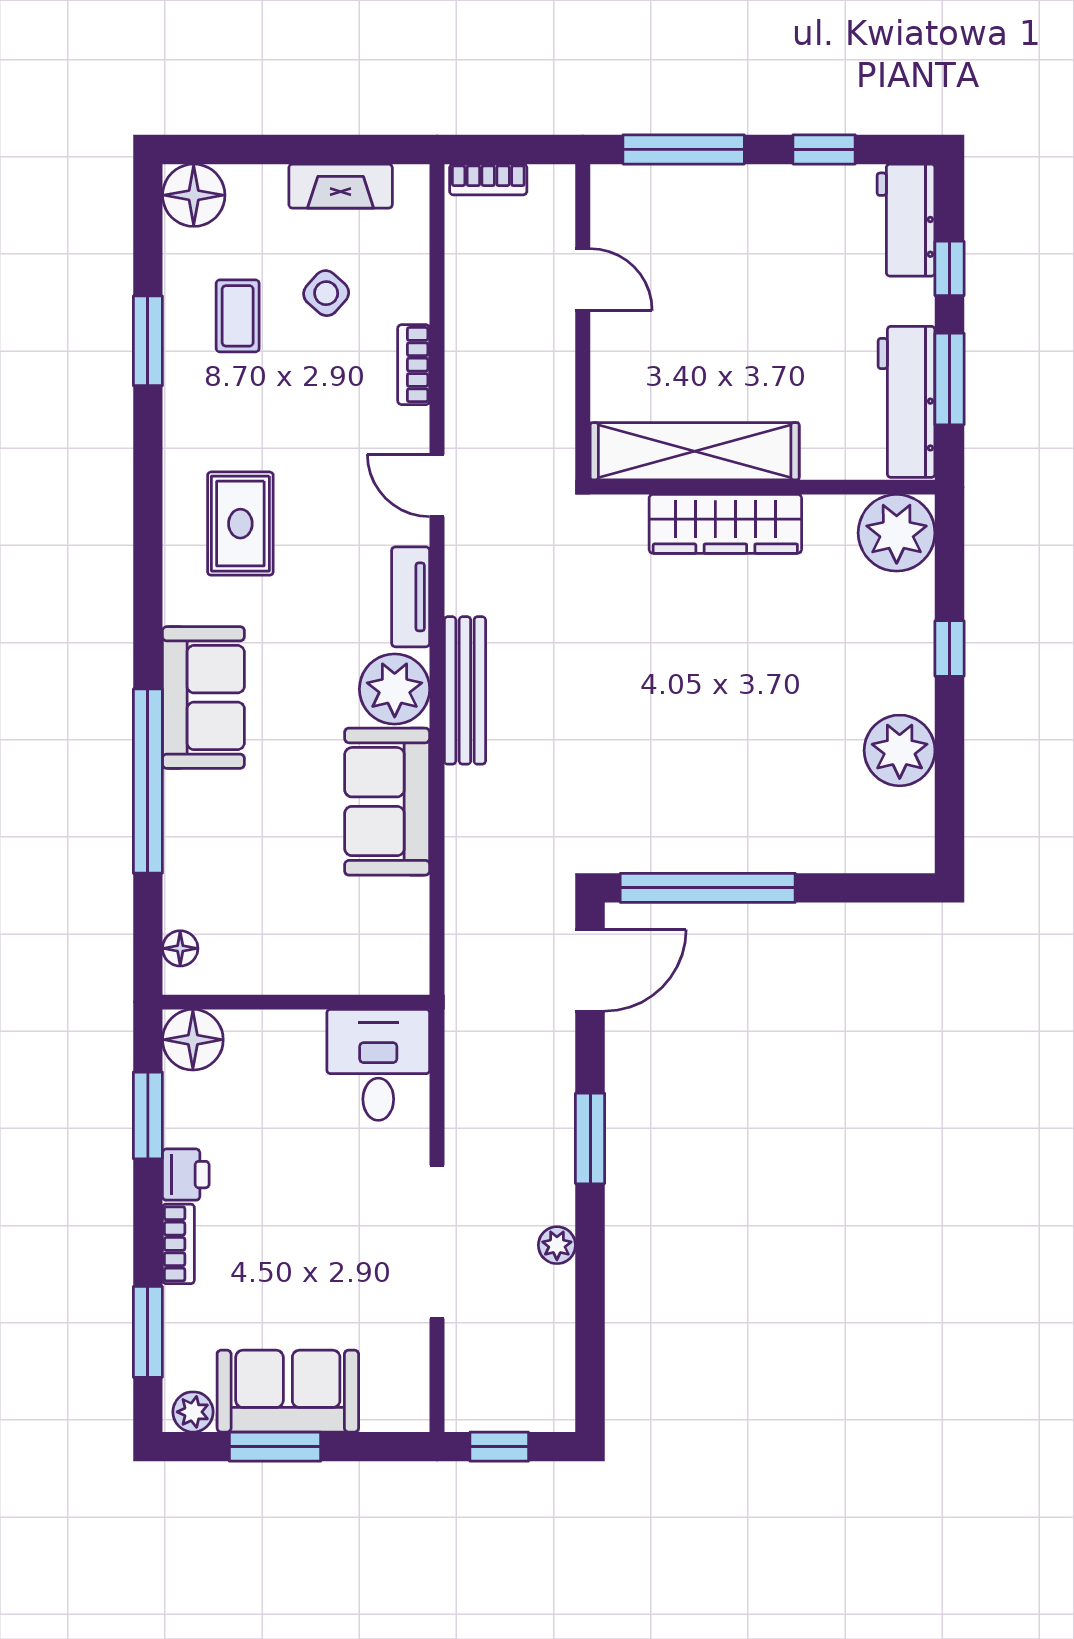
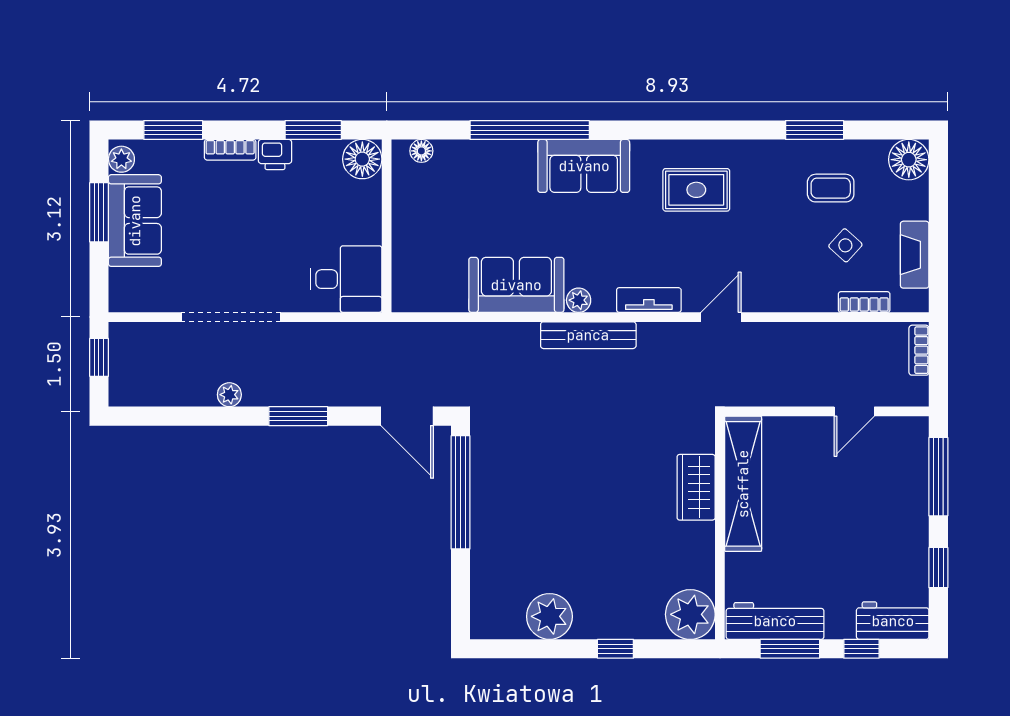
bookcase: (414, 365) -> (864, 302), moved
wardrobe: (725, 524) -> (696, 487), width x0.67
plant: (395, 689) -> (579, 300), width x0.53, depth x0.53

